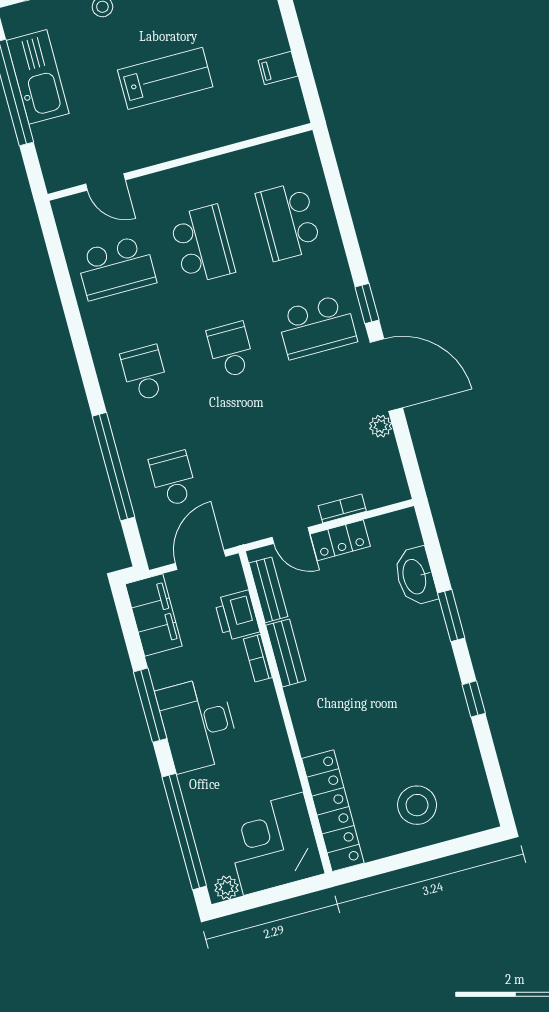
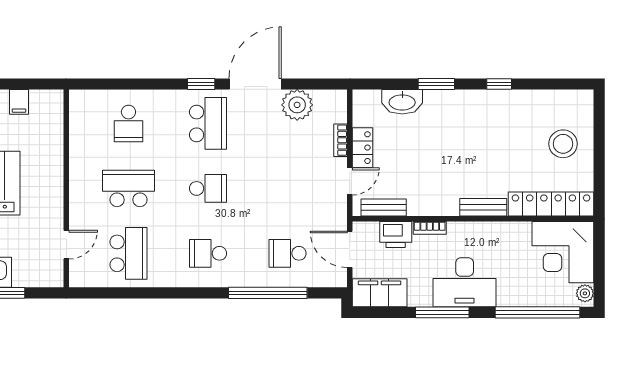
school desk: (288, 221) -> (128, 123), width x0.54
school desk: (231, 350) -> (208, 188), turned 180
plant: (381, 426) -> (297, 105), width x1.88, depth x1.88
bench: (286, 653) -> (483, 207), moved

